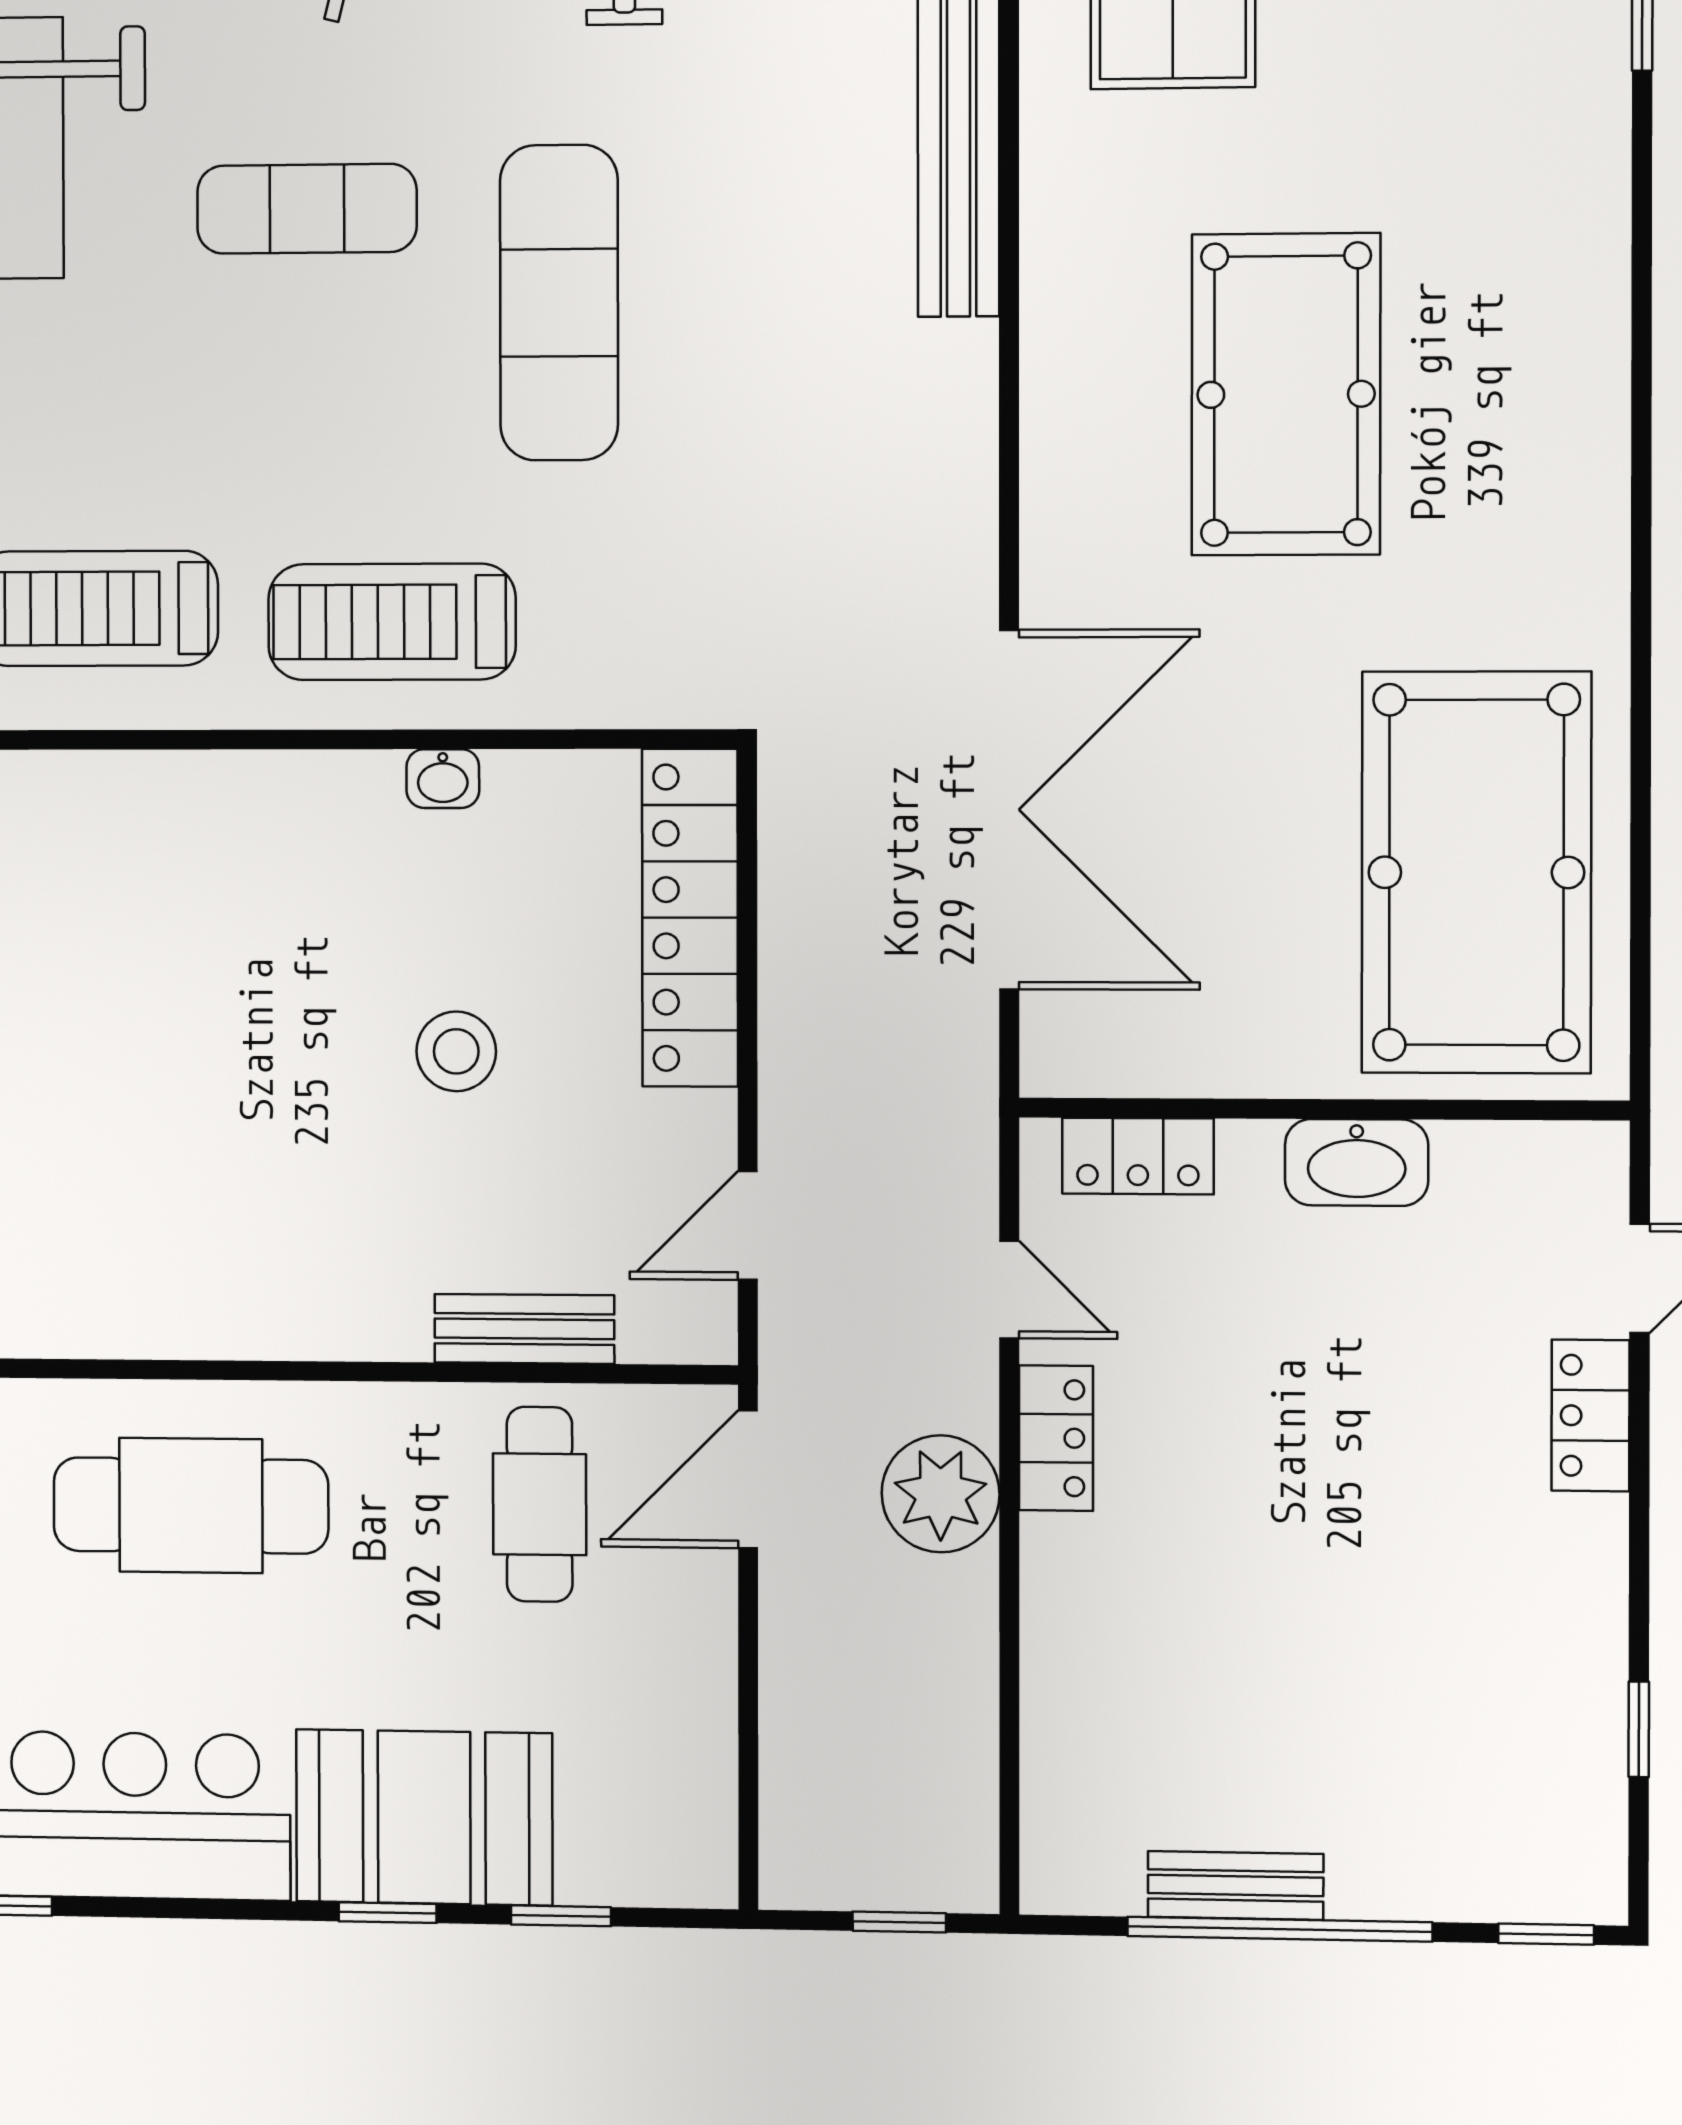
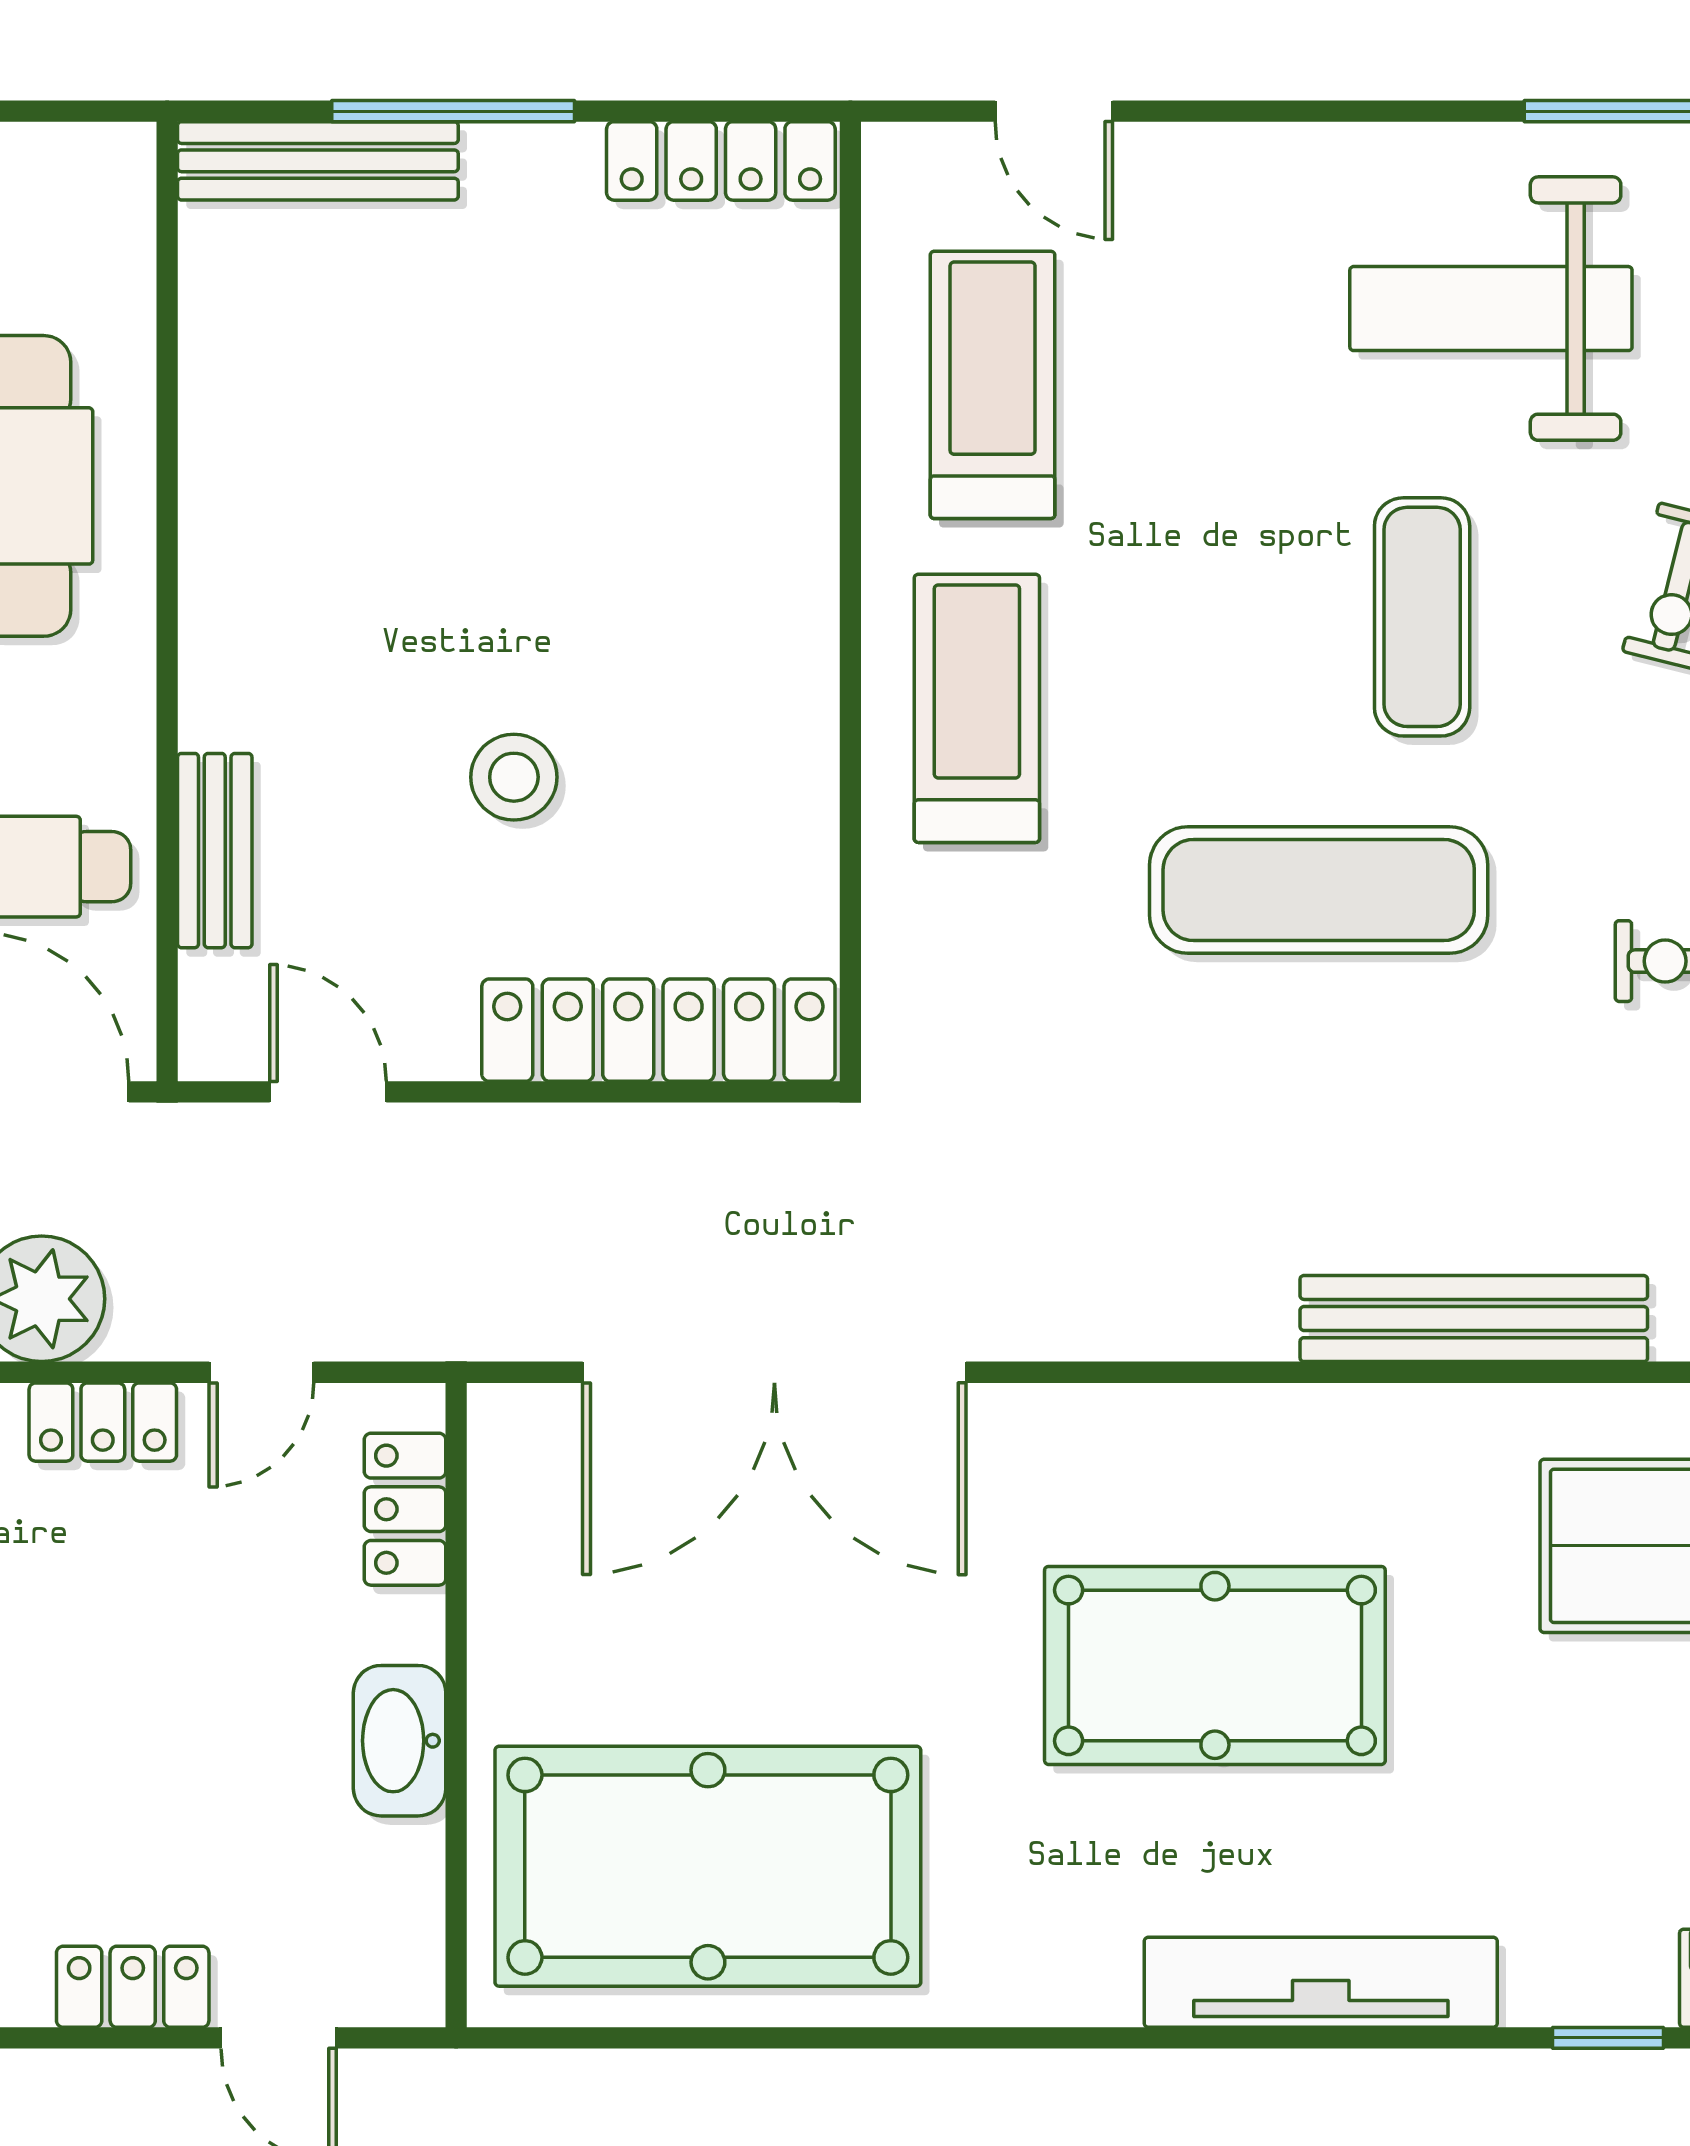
tv unit: (1588, 292) -> (1321, 1982), added
washbasin: (443, 779) -> (808, 763), removed

